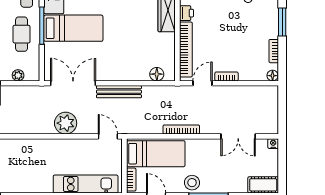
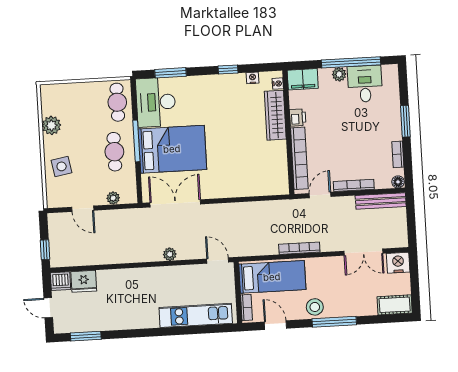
bed: (73, 28) -> (172, 149), width x1.50
floor lamp: (157, 74) -> (268, 188), removed
bookcase: (226, 76) -> (354, 185), width x1.56
bench: (119, 92) -> (381, 201), moved
plant: (66, 123) -> (170, 254), width x0.53, depth x0.53
nightstand: (273, 144) -> (398, 263), width x1.89, depth x1.79

